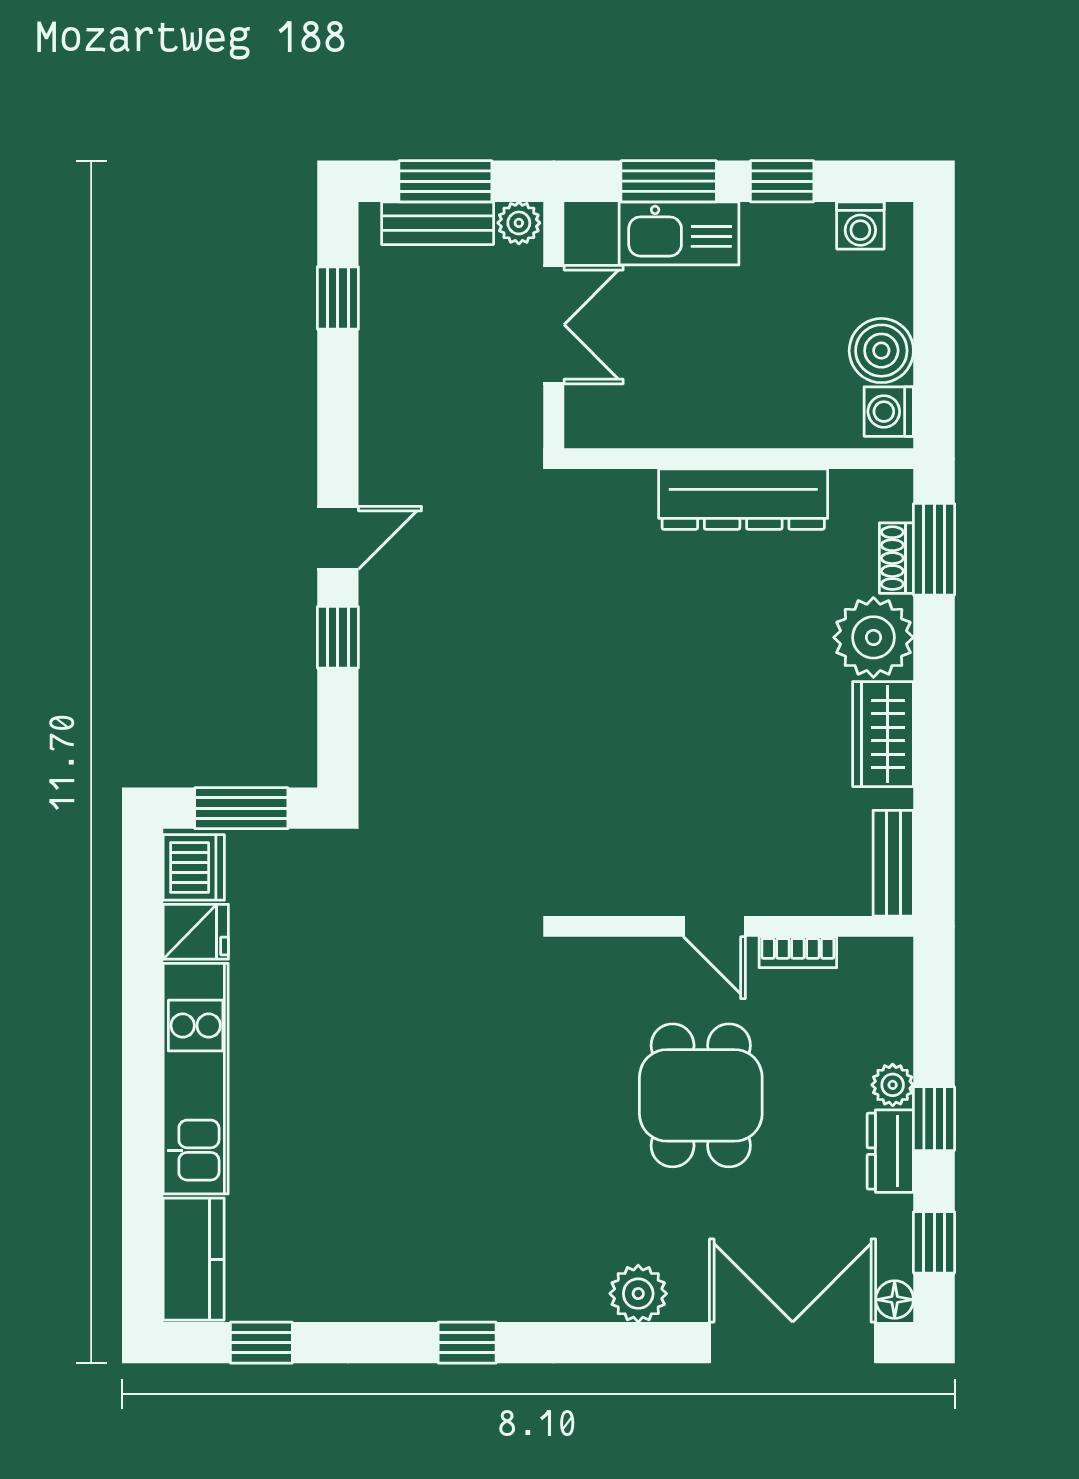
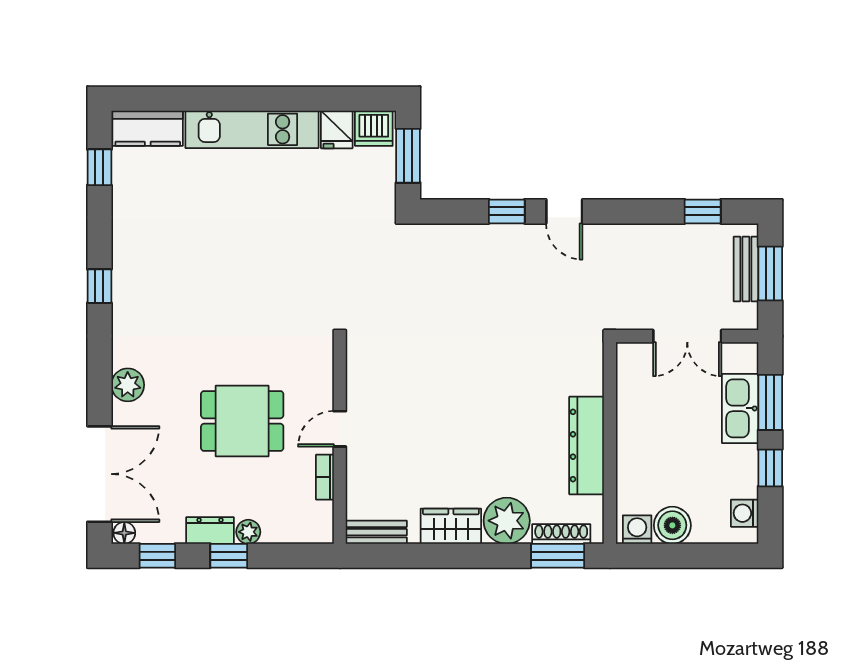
plant: (519, 223) -> (746, 316), removed
shoe rack: (896, 558) -> (561, 534), width x1.43

